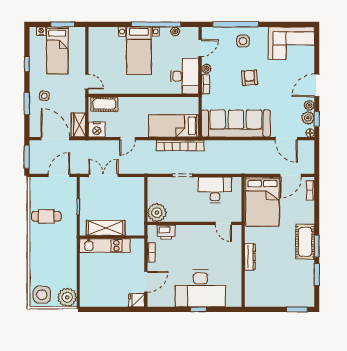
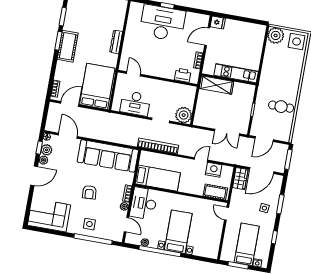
door: (200, 48) -> (126, 225), swing flipped
bed: (174, 126) -> (158, 178), moved
nightstand: (97, 129) -> (214, 170), moved
door: (55, 139) -> (262, 171), hinge flipped
plant: (157, 213) -> (184, 115), moved
shelving: (106, 228) -> (216, 85), moved

